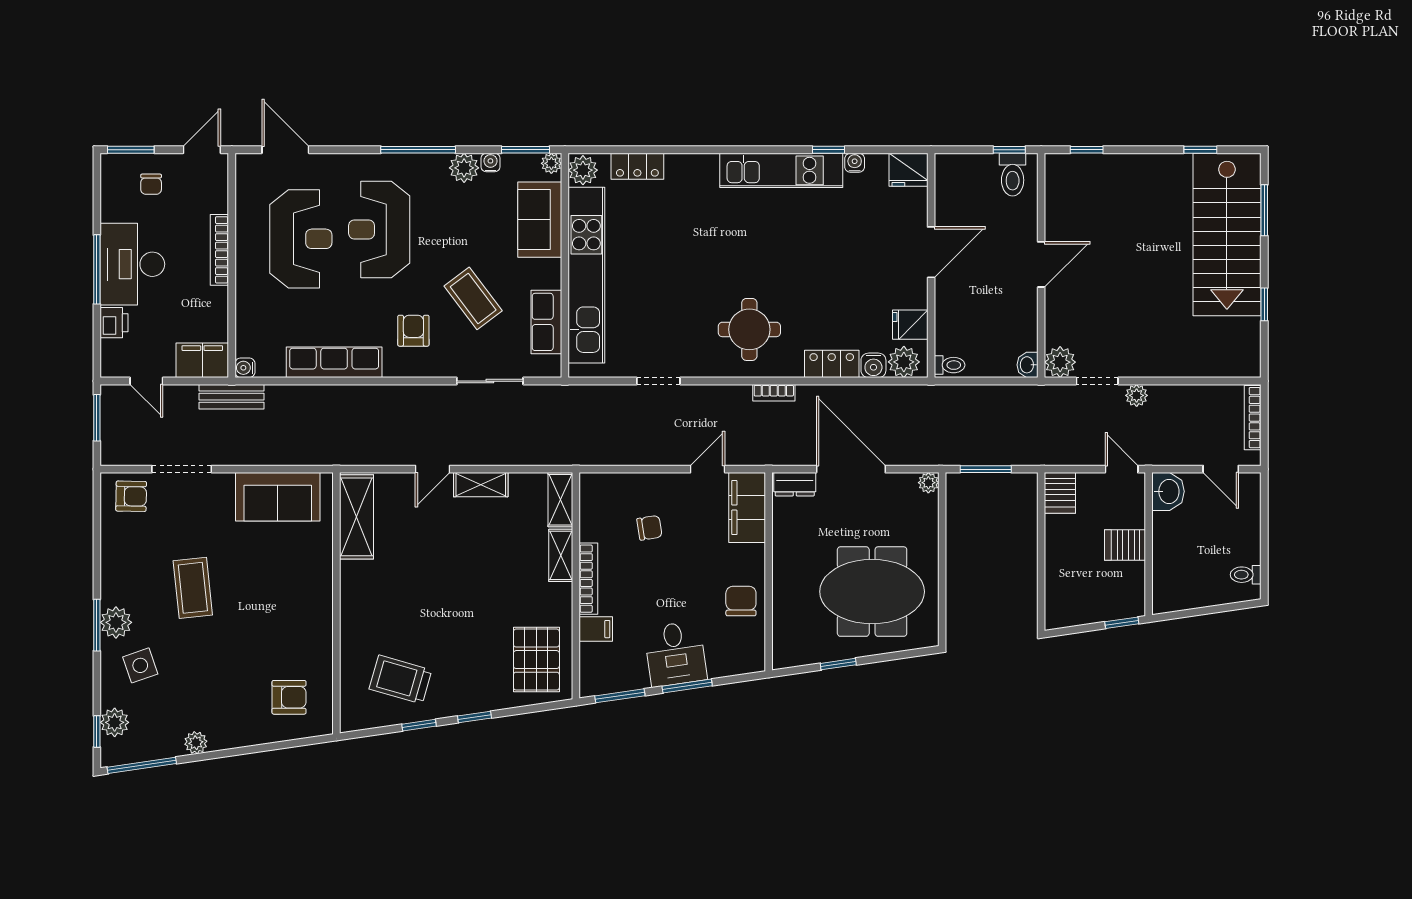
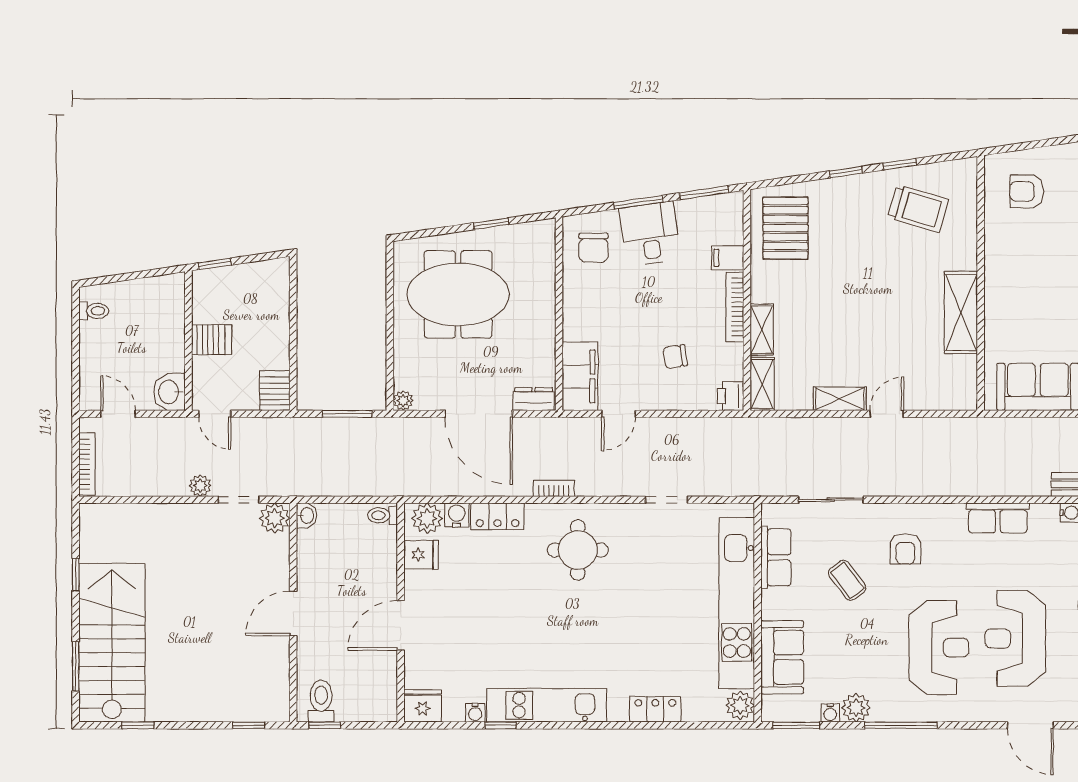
plant: (551, 163) -> (771, 712), removed
locker: (637, 166) -> (655, 709), moved
coffee table: (473, 298) -> (847, 580), width x0.73, depth x0.77
row of seats: (334, 362) -> (998, 518), width x0.68
printer: (593, 487) -> (731, 396), added
shelving: (357, 517) -> (961, 312), moved
chair: (741, 601) -> (593, 248), moved

